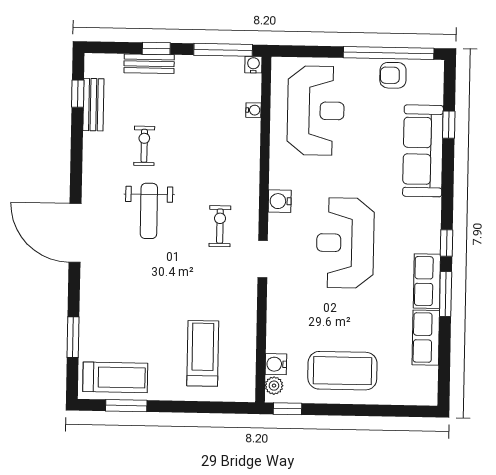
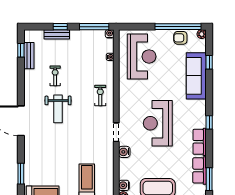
plant: (435, 69) -> (202, 34), added
water cooler: (280, 201) -> (124, 152), moved
exercise bike: (220, 226) -> (100, 96), moved
window: (446, 294) -> (209, 179), moved

